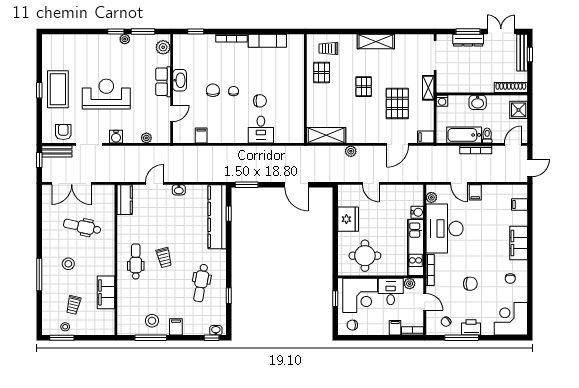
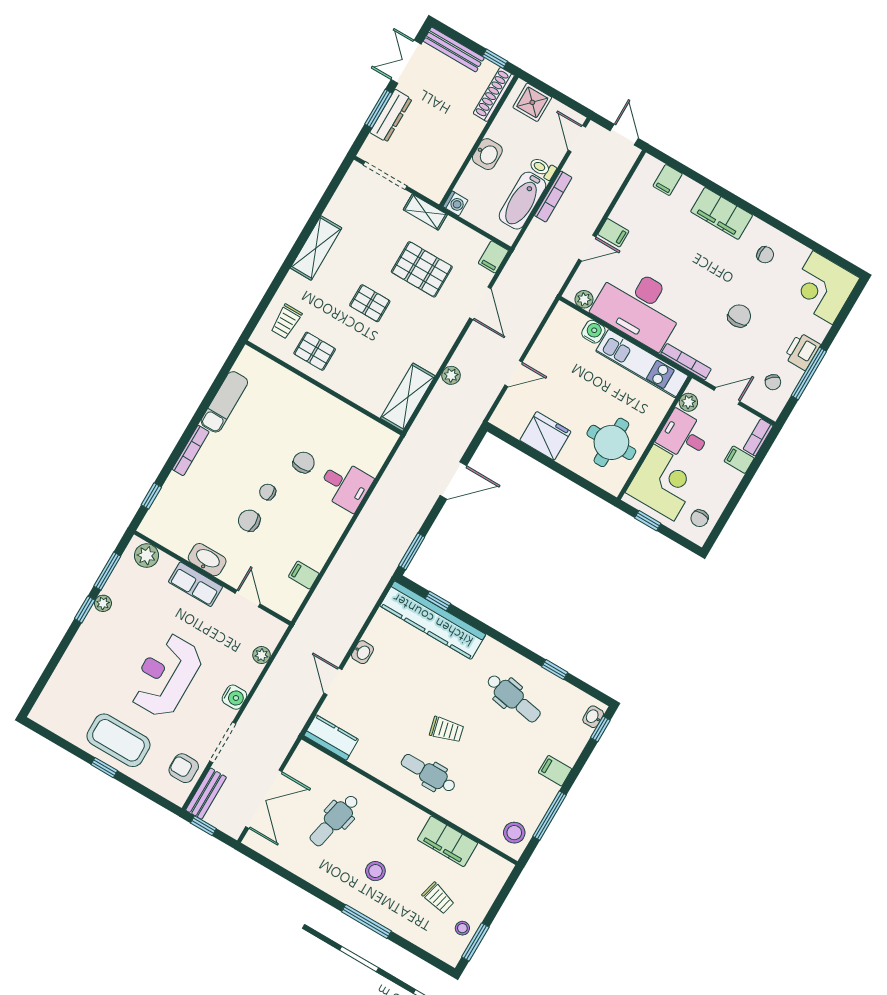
window: (530, 54) -> (495, 59), moved
stool: (152, 321) -> (514, 833), moved

